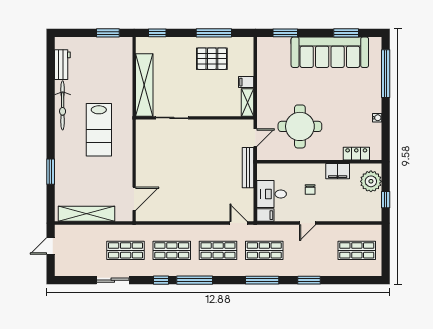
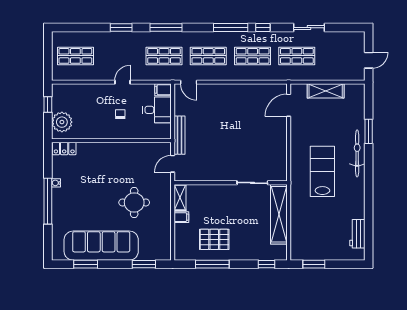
window: (386, 74) -> (48, 201), moved
bicycle: (63, 105) -> (357, 153), moved
round table: (300, 126) -> (134, 202), moved, width x0.73, depth x0.73
locker: (356, 154) -> (64, 149), moved
filing cabinet: (338, 171) -> (94, 132), removed
shelving: (87, 214) -> (326, 91), width x0.68

